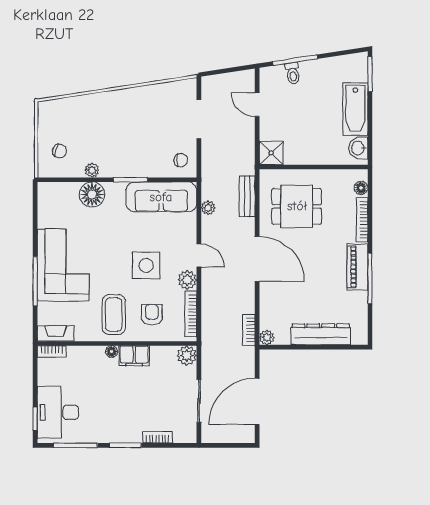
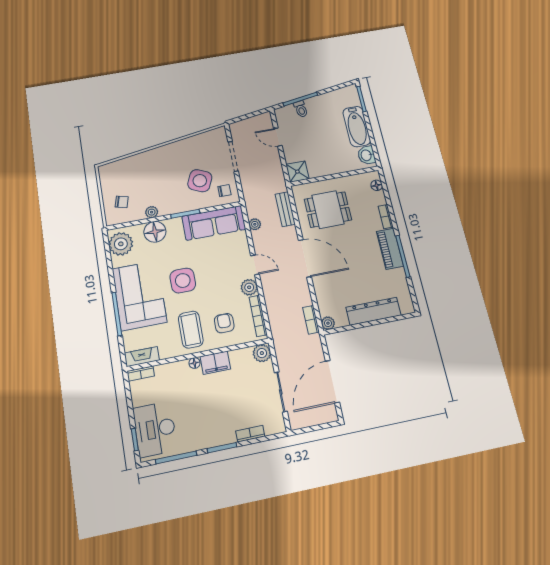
side table: (154, 142) -> (200, 181), added
plant: (51, 201) -> (121, 244), added
bookcase: (362, 220) -> (386, 217), width x0.64
side table: (146, 265) -> (183, 281), moved

